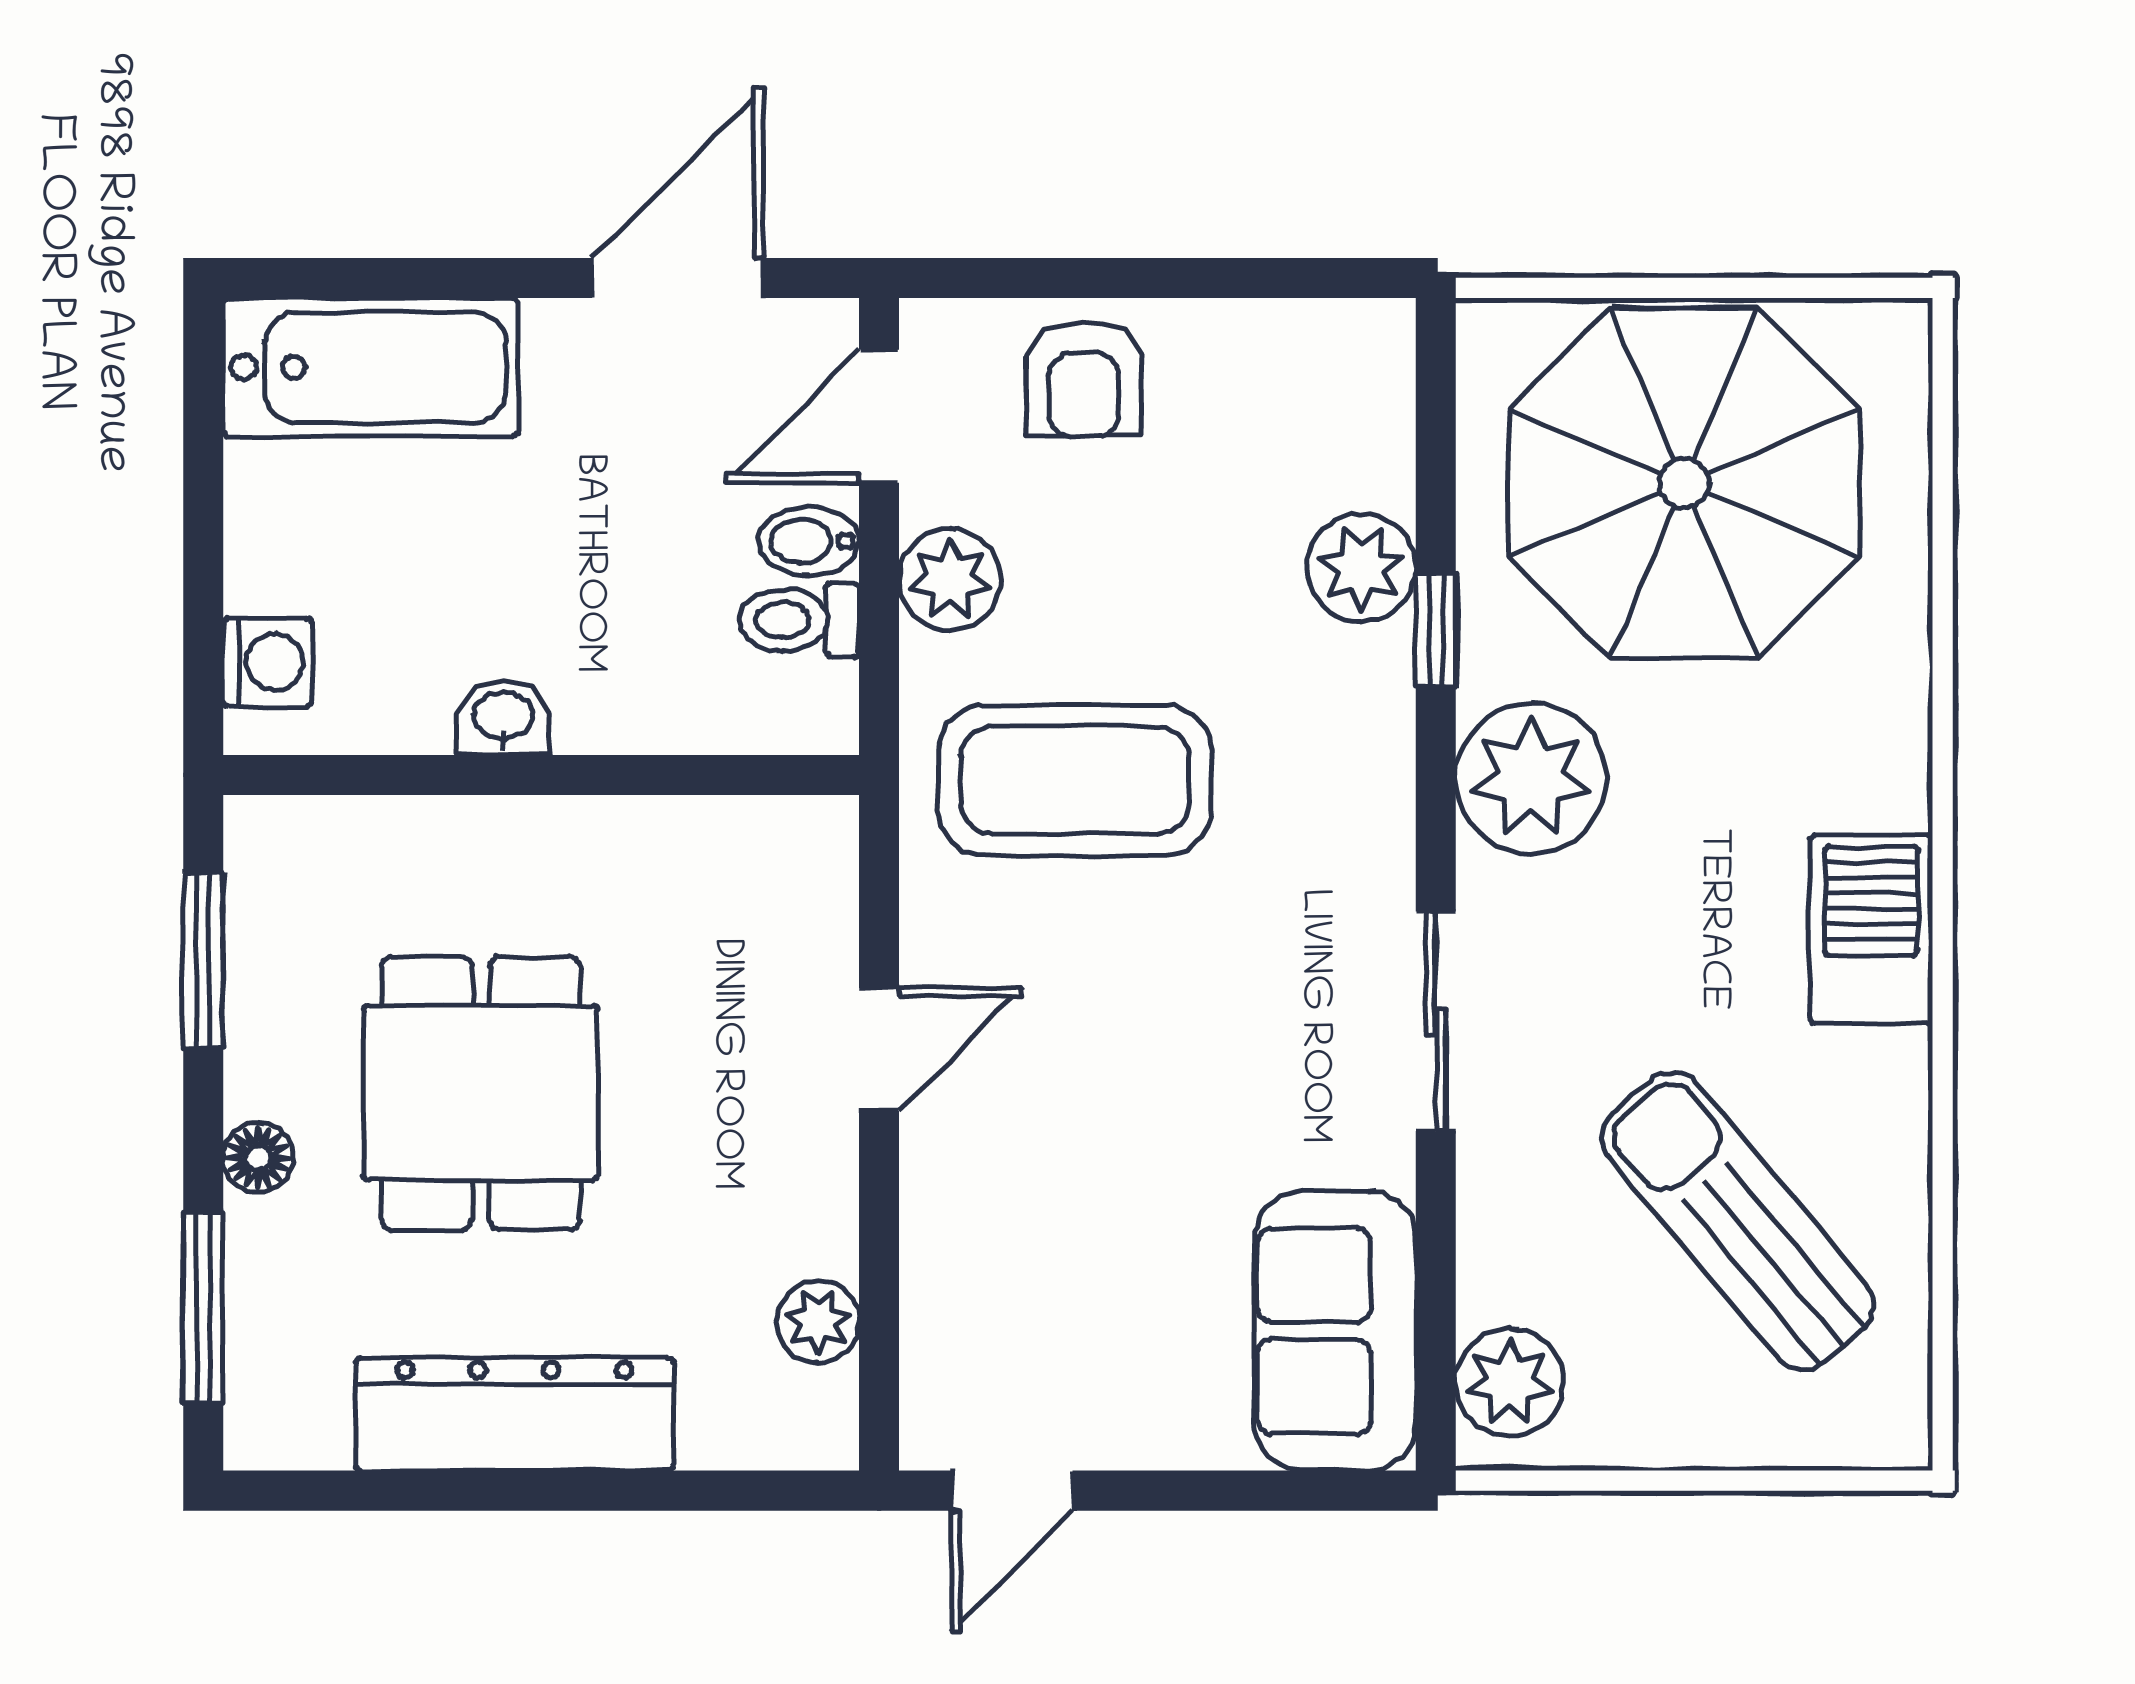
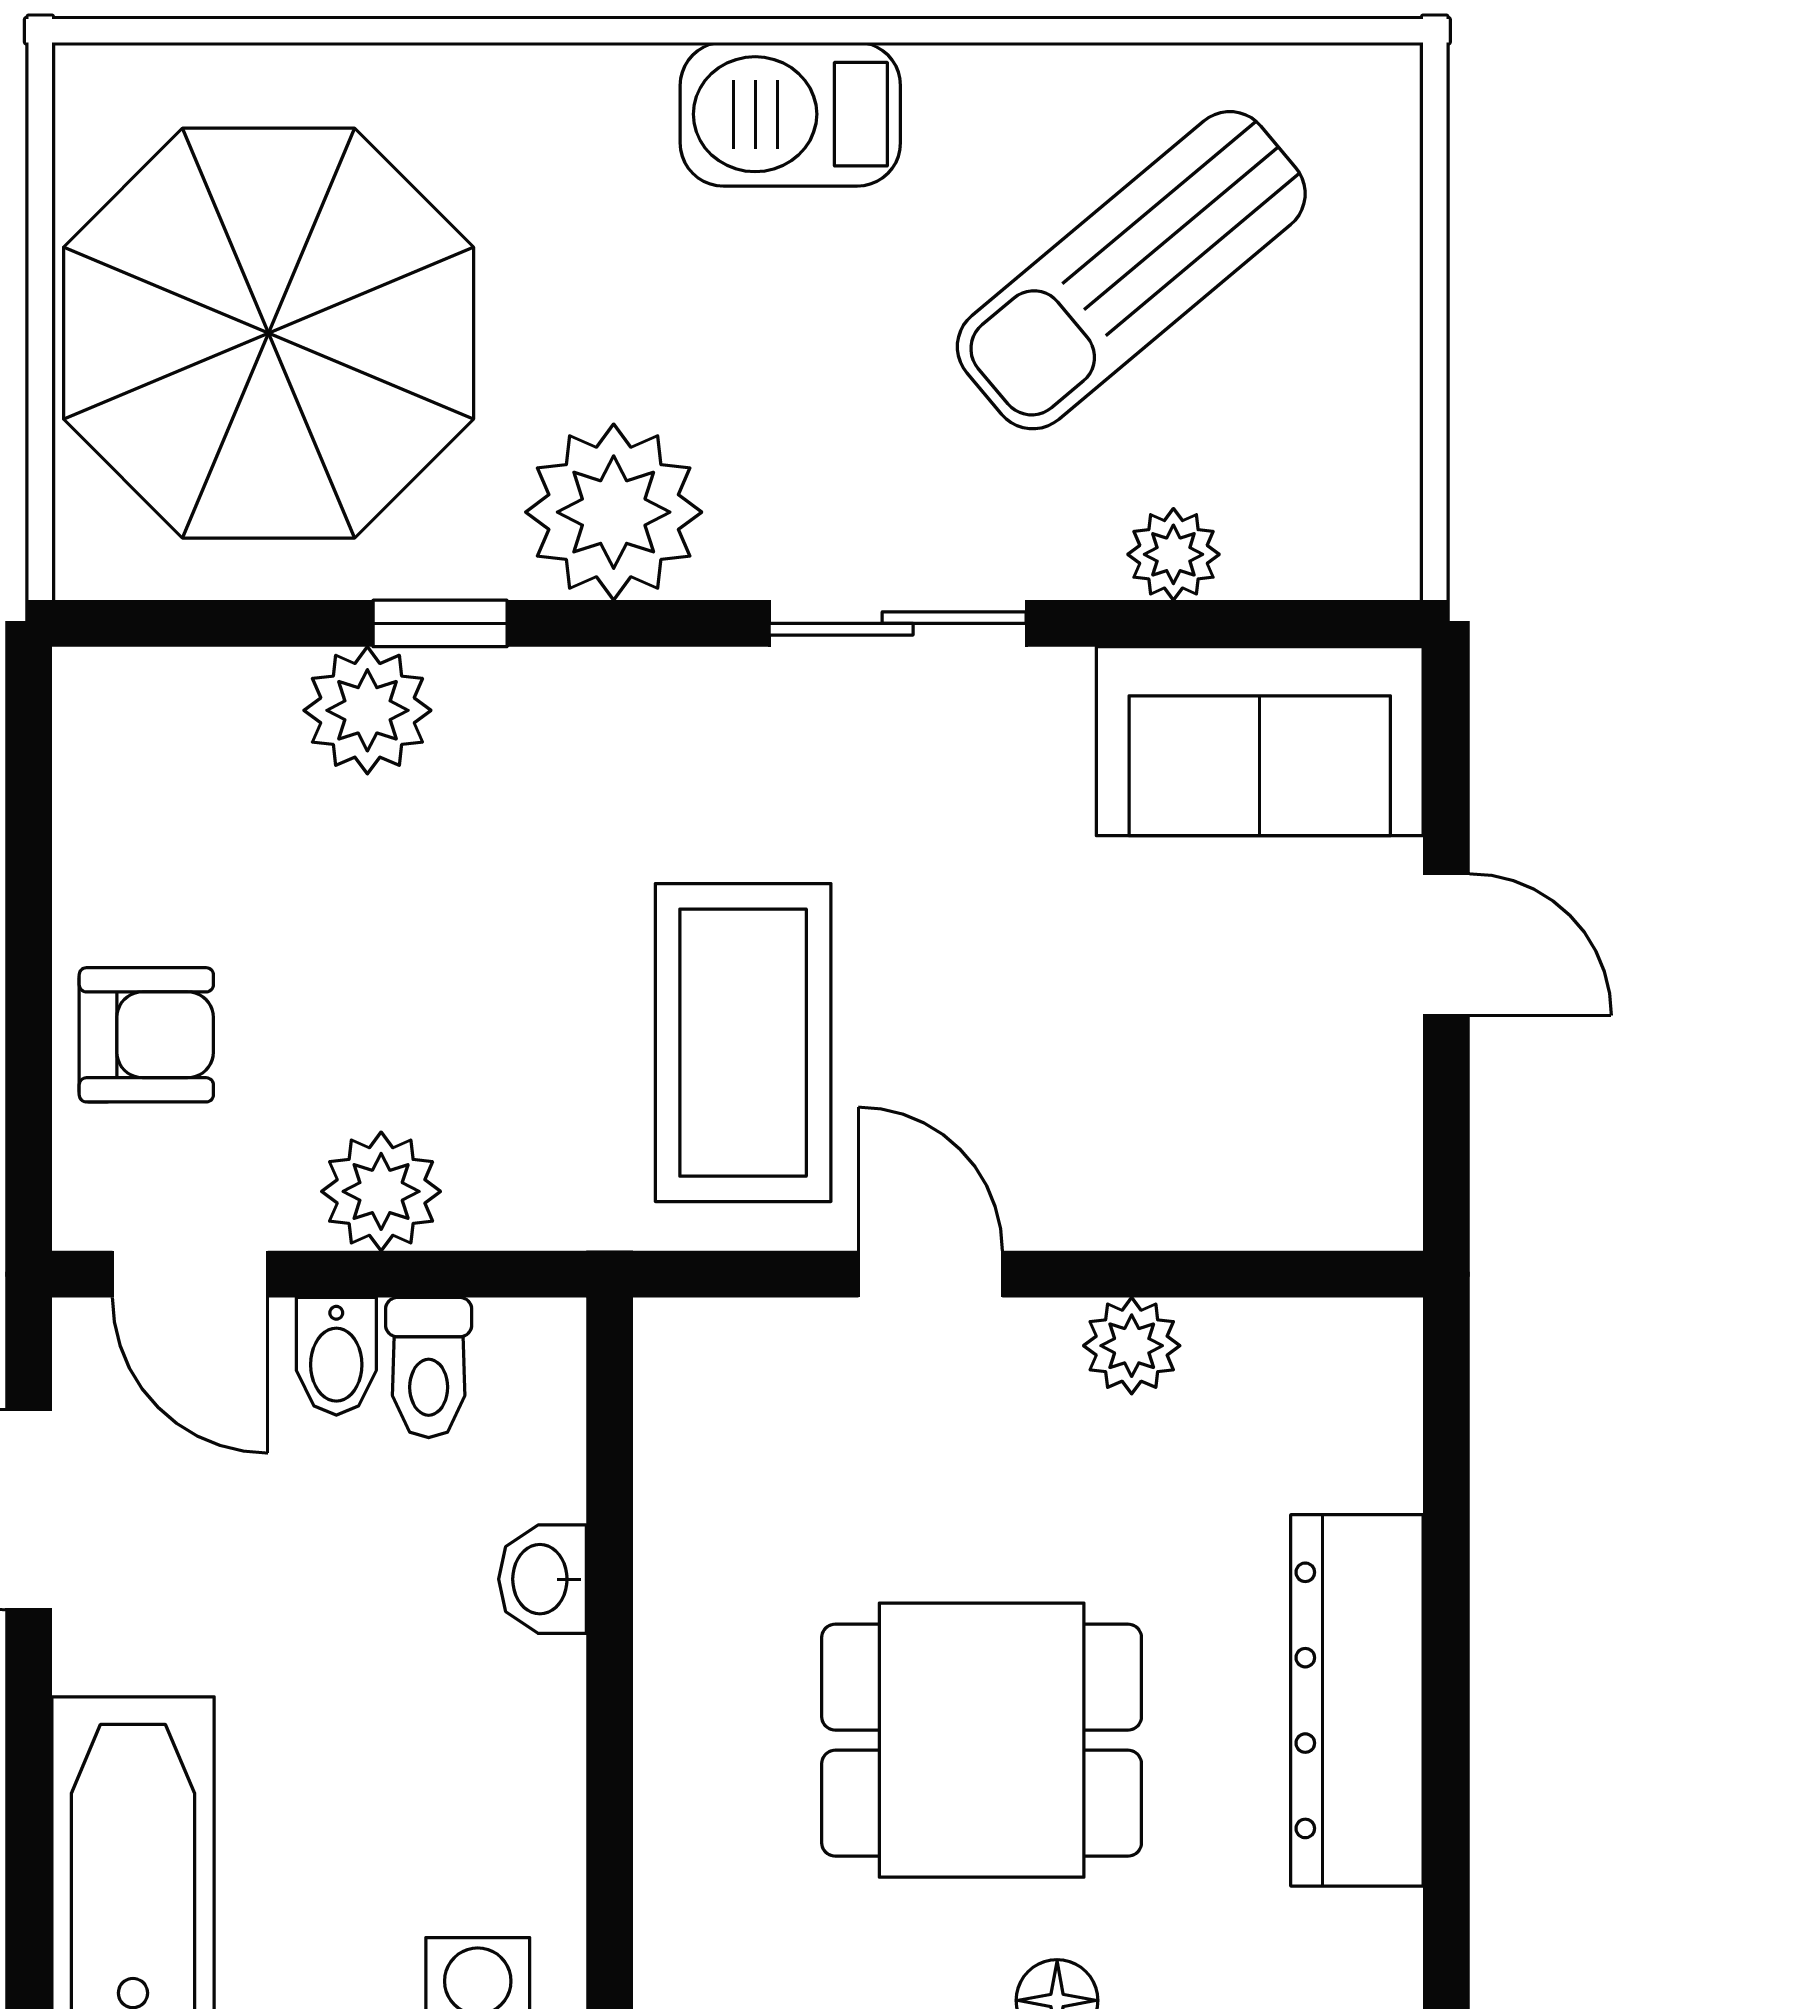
washbasin: (503, 718) -> (543, 1579), moved
coffee table: (1075, 780) -> (743, 1043), moved
plant: (818, 1322) -> (1132, 1346), moved
plant: (1510, 1382) -> (1173, 554), moved, width x0.73, depth x0.73
door: (1012, 1491) -> (1446, 945), moved

